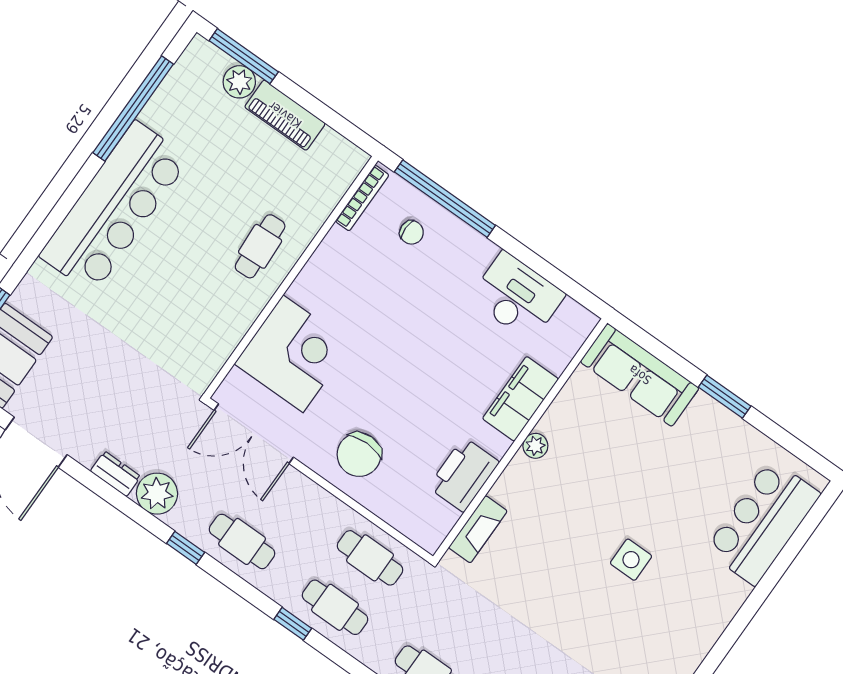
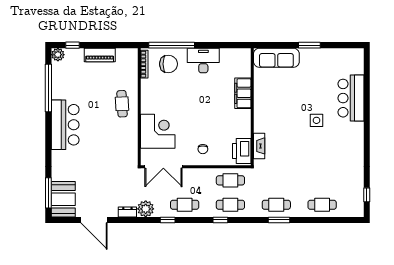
window: (244, 56) -> (72, 45), width x0.46
plant: (239, 82) -> (58, 55), moved
bar counter: (114, 207) -> (65, 125), width x0.73
chair: (412, 232) -> (168, 64), width x1.87, depth x1.87
desk: (517, 297) -> (203, 61), moved
plant: (535, 446) -> (259, 105), removed
chair: (359, 455) -> (203, 149), width x0.54, depth x0.54
printer: (464, 475) -> (242, 151), moved
bar counter: (763, 522) -> (351, 98), moved

